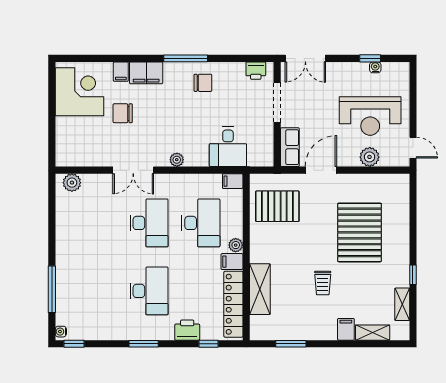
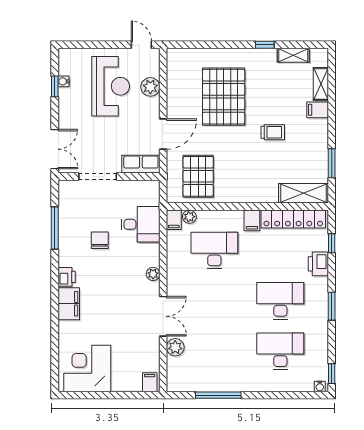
window: (186, 58) -> (55, 228), moved
printer: (256, 71) -> (67, 277), moved
filing cabinet: (121, 72) -> (150, 382), moved, turned -90
chair: (203, 83) -> (100, 240), moved
chair: (123, 113) -> (108, 326), removed
door: (413, 148) -> (141, 45), hinge flipped
door: (321, 170) -> (163, 134), swing flipped
plant: (72, 183) -> (175, 347), moved
desk: (149, 223) -> (280, 351), moved
pallet: (360, 232) -> (224, 97), turned 90
plant: (236, 245) -> (189, 217), moved
window: (52, 289) -> (218, 395), moved
shelving: (260, 289) -> (303, 193), moved

